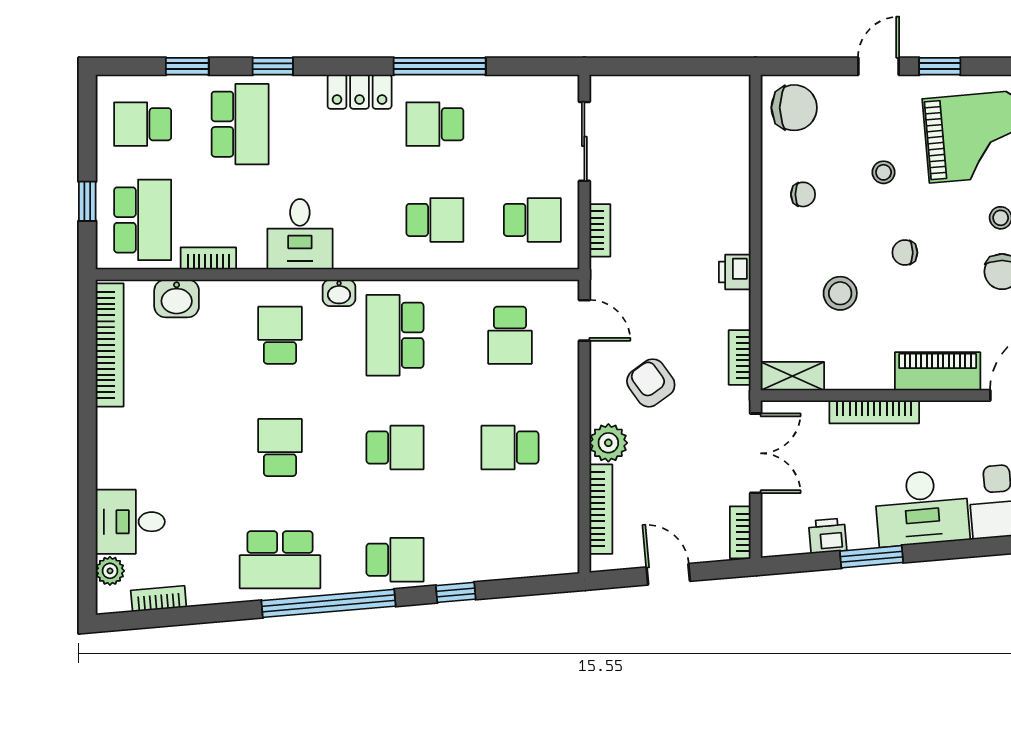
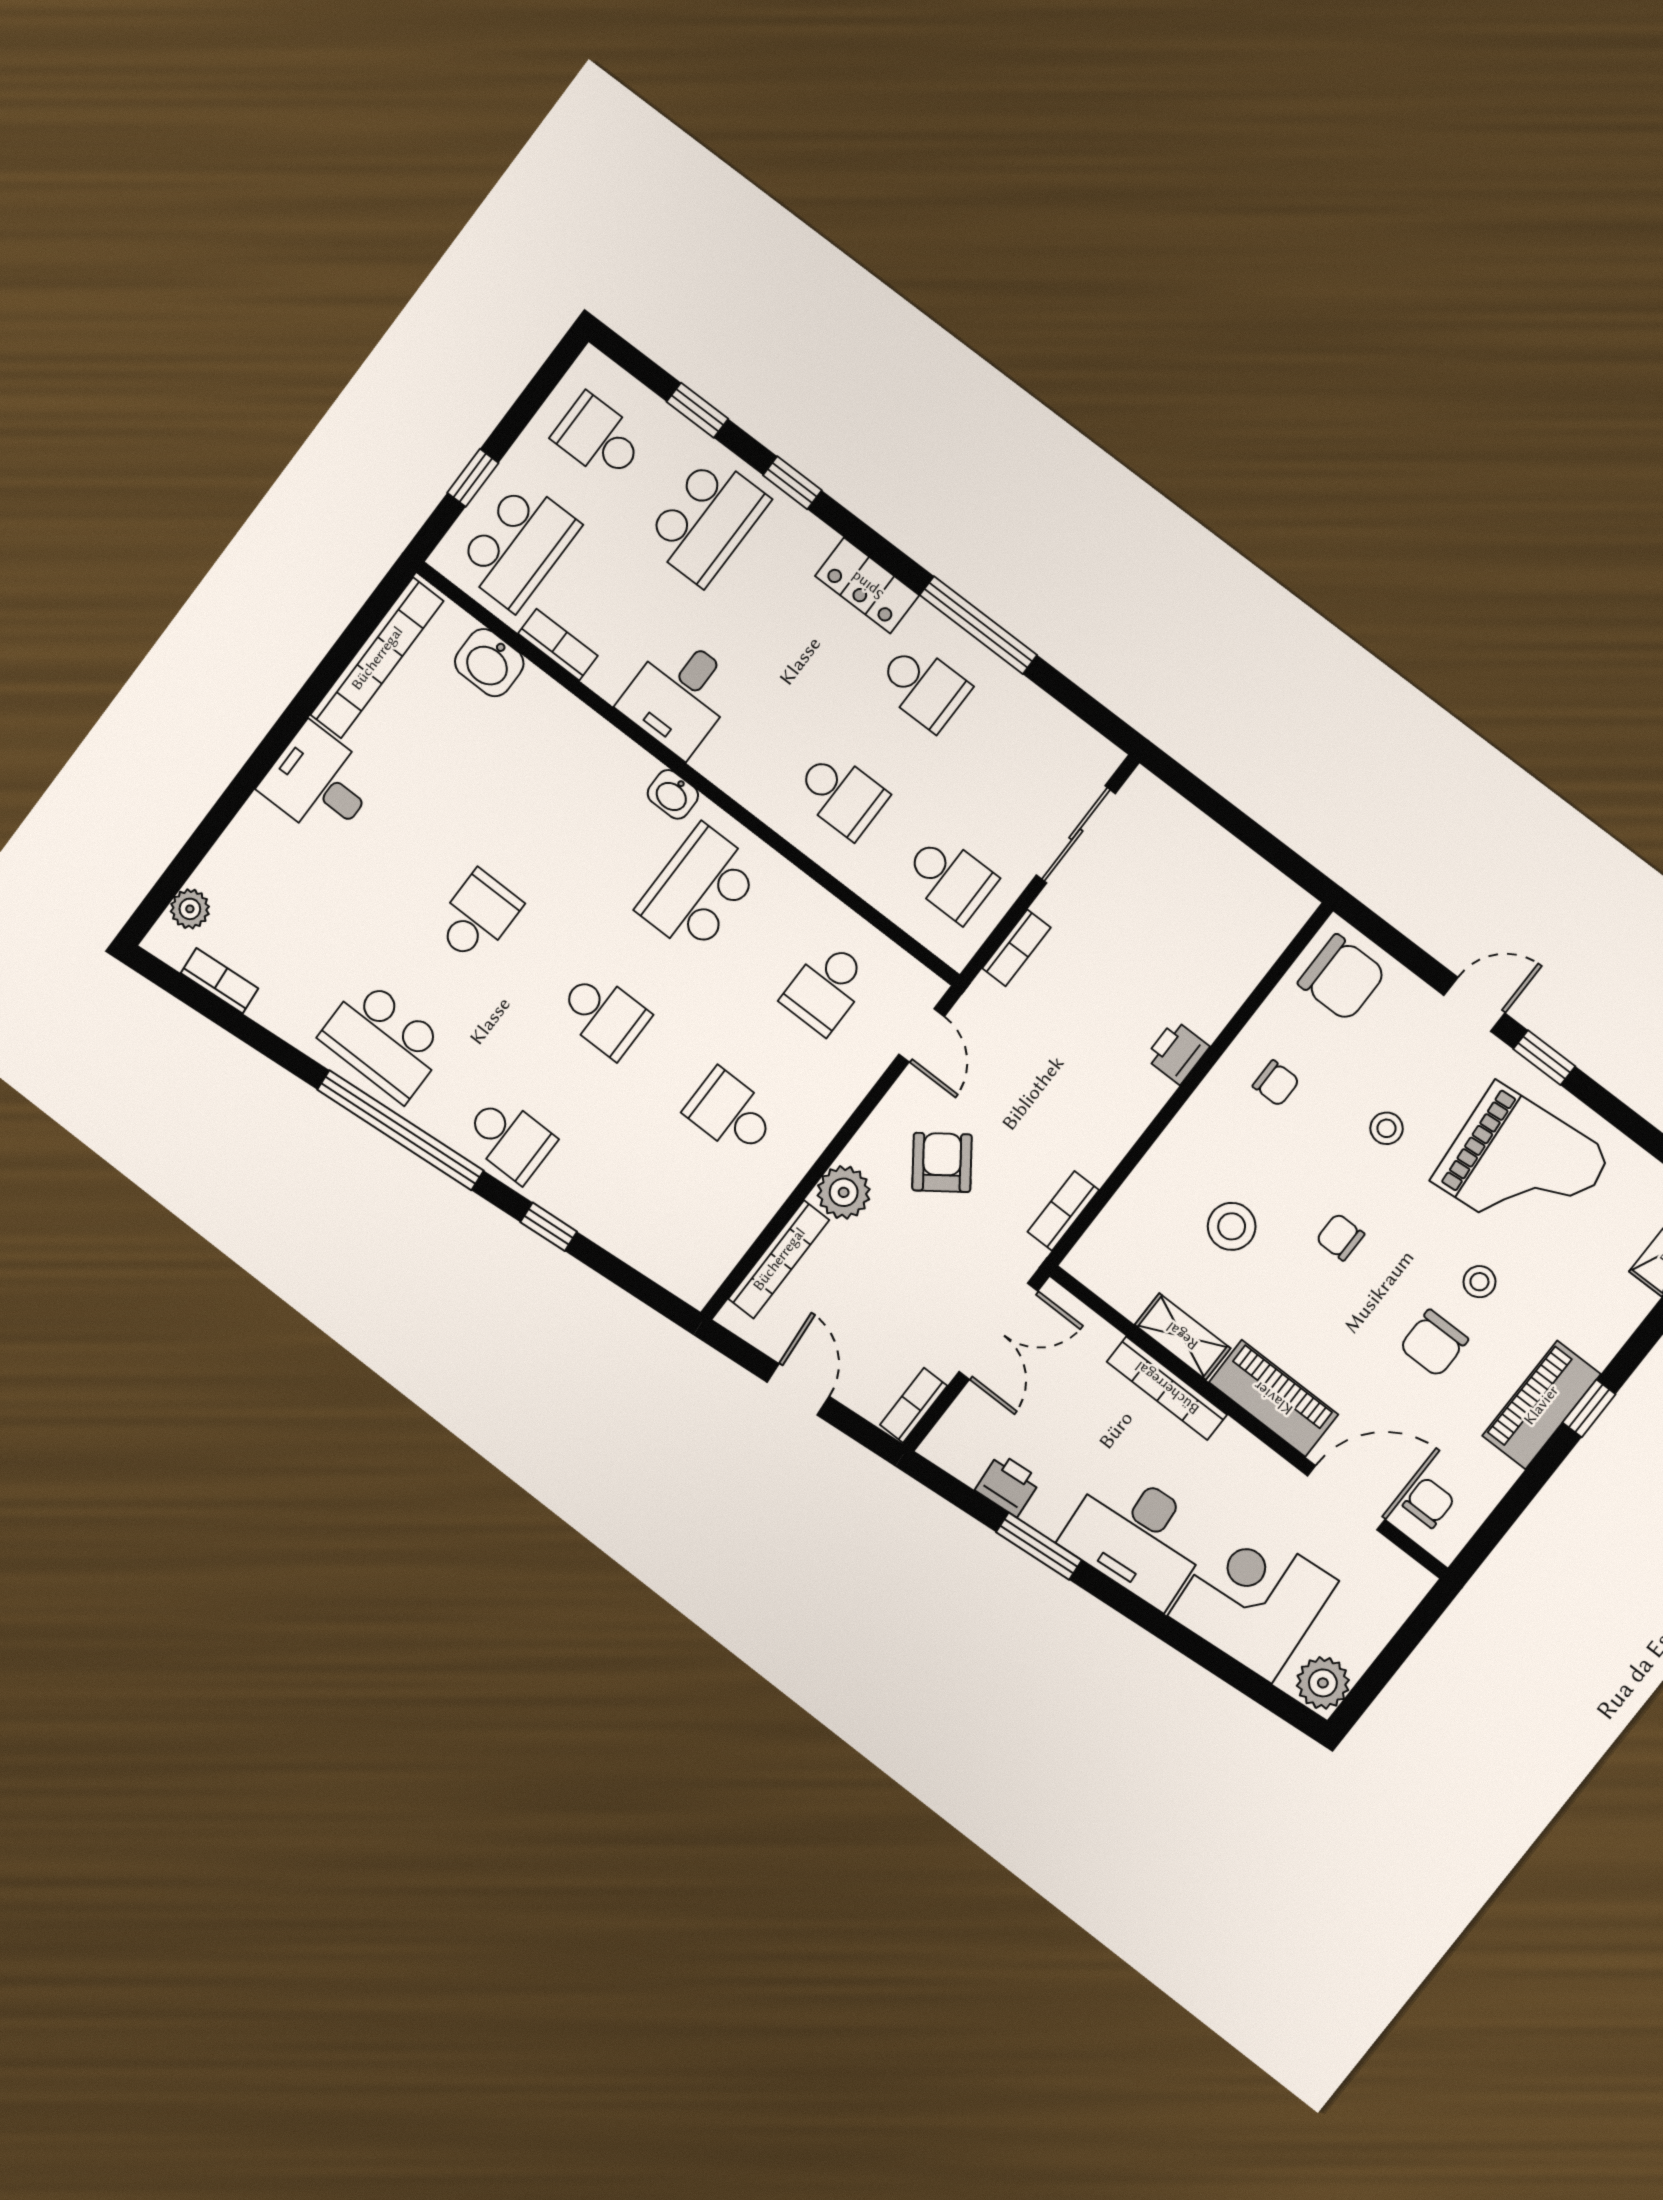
school desk: (435, 124) -> (923, 687), turned 180
printer: (735, 272) -> (1177, 1052), moved
school desk: (280, 335) -> (572, 792), removed
shelving: (792, 376) -> (1182, 1336), moved
desk: (130, 522) -> (319, 783), moved

